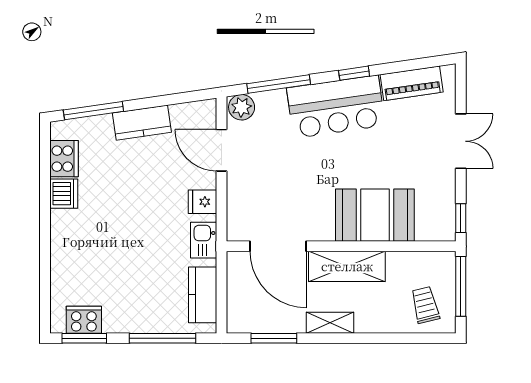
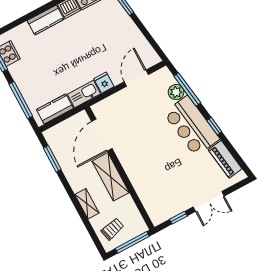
plant: (242, 107) -> (176, 92), moved
kitchen counter: (142, 123) -> (46, 20), moved, turned -82
booth: (375, 215) -> (145, 177), removed
window: (461, 218) -> (178, 218), moved
kitchen sink: (204, 240) -> (84, 94), width x1.38
shelving: (330, 323) -> (87, 204), moved

